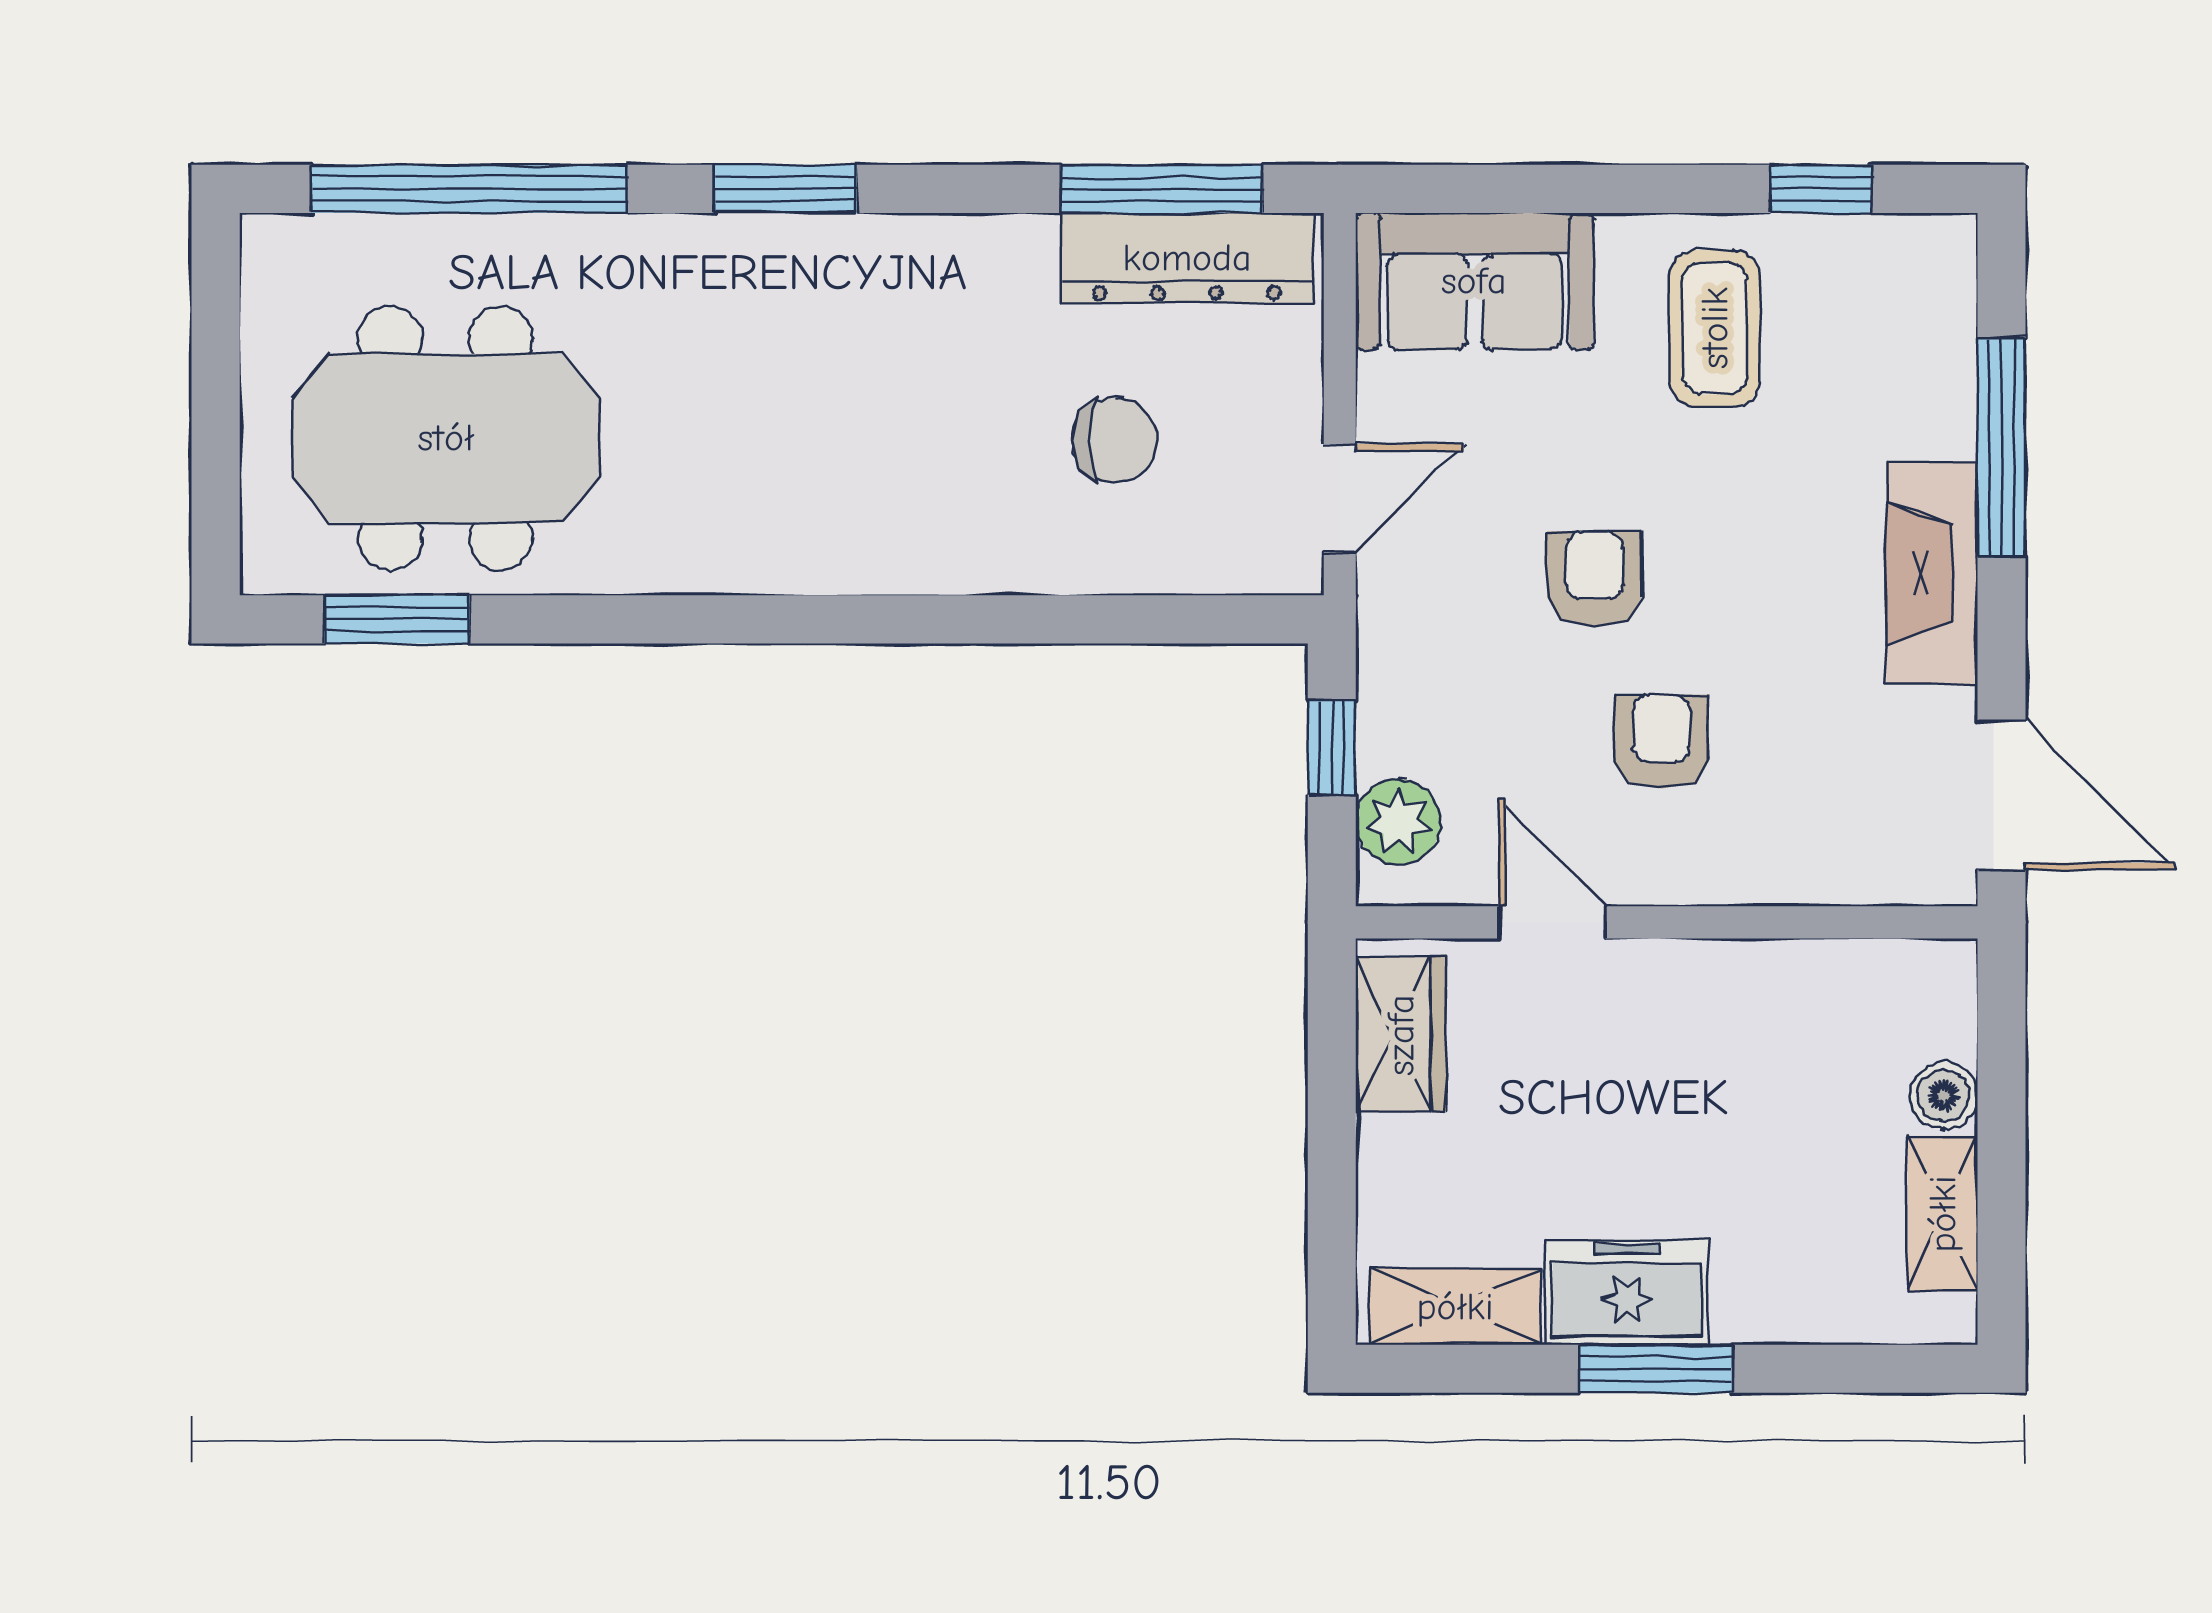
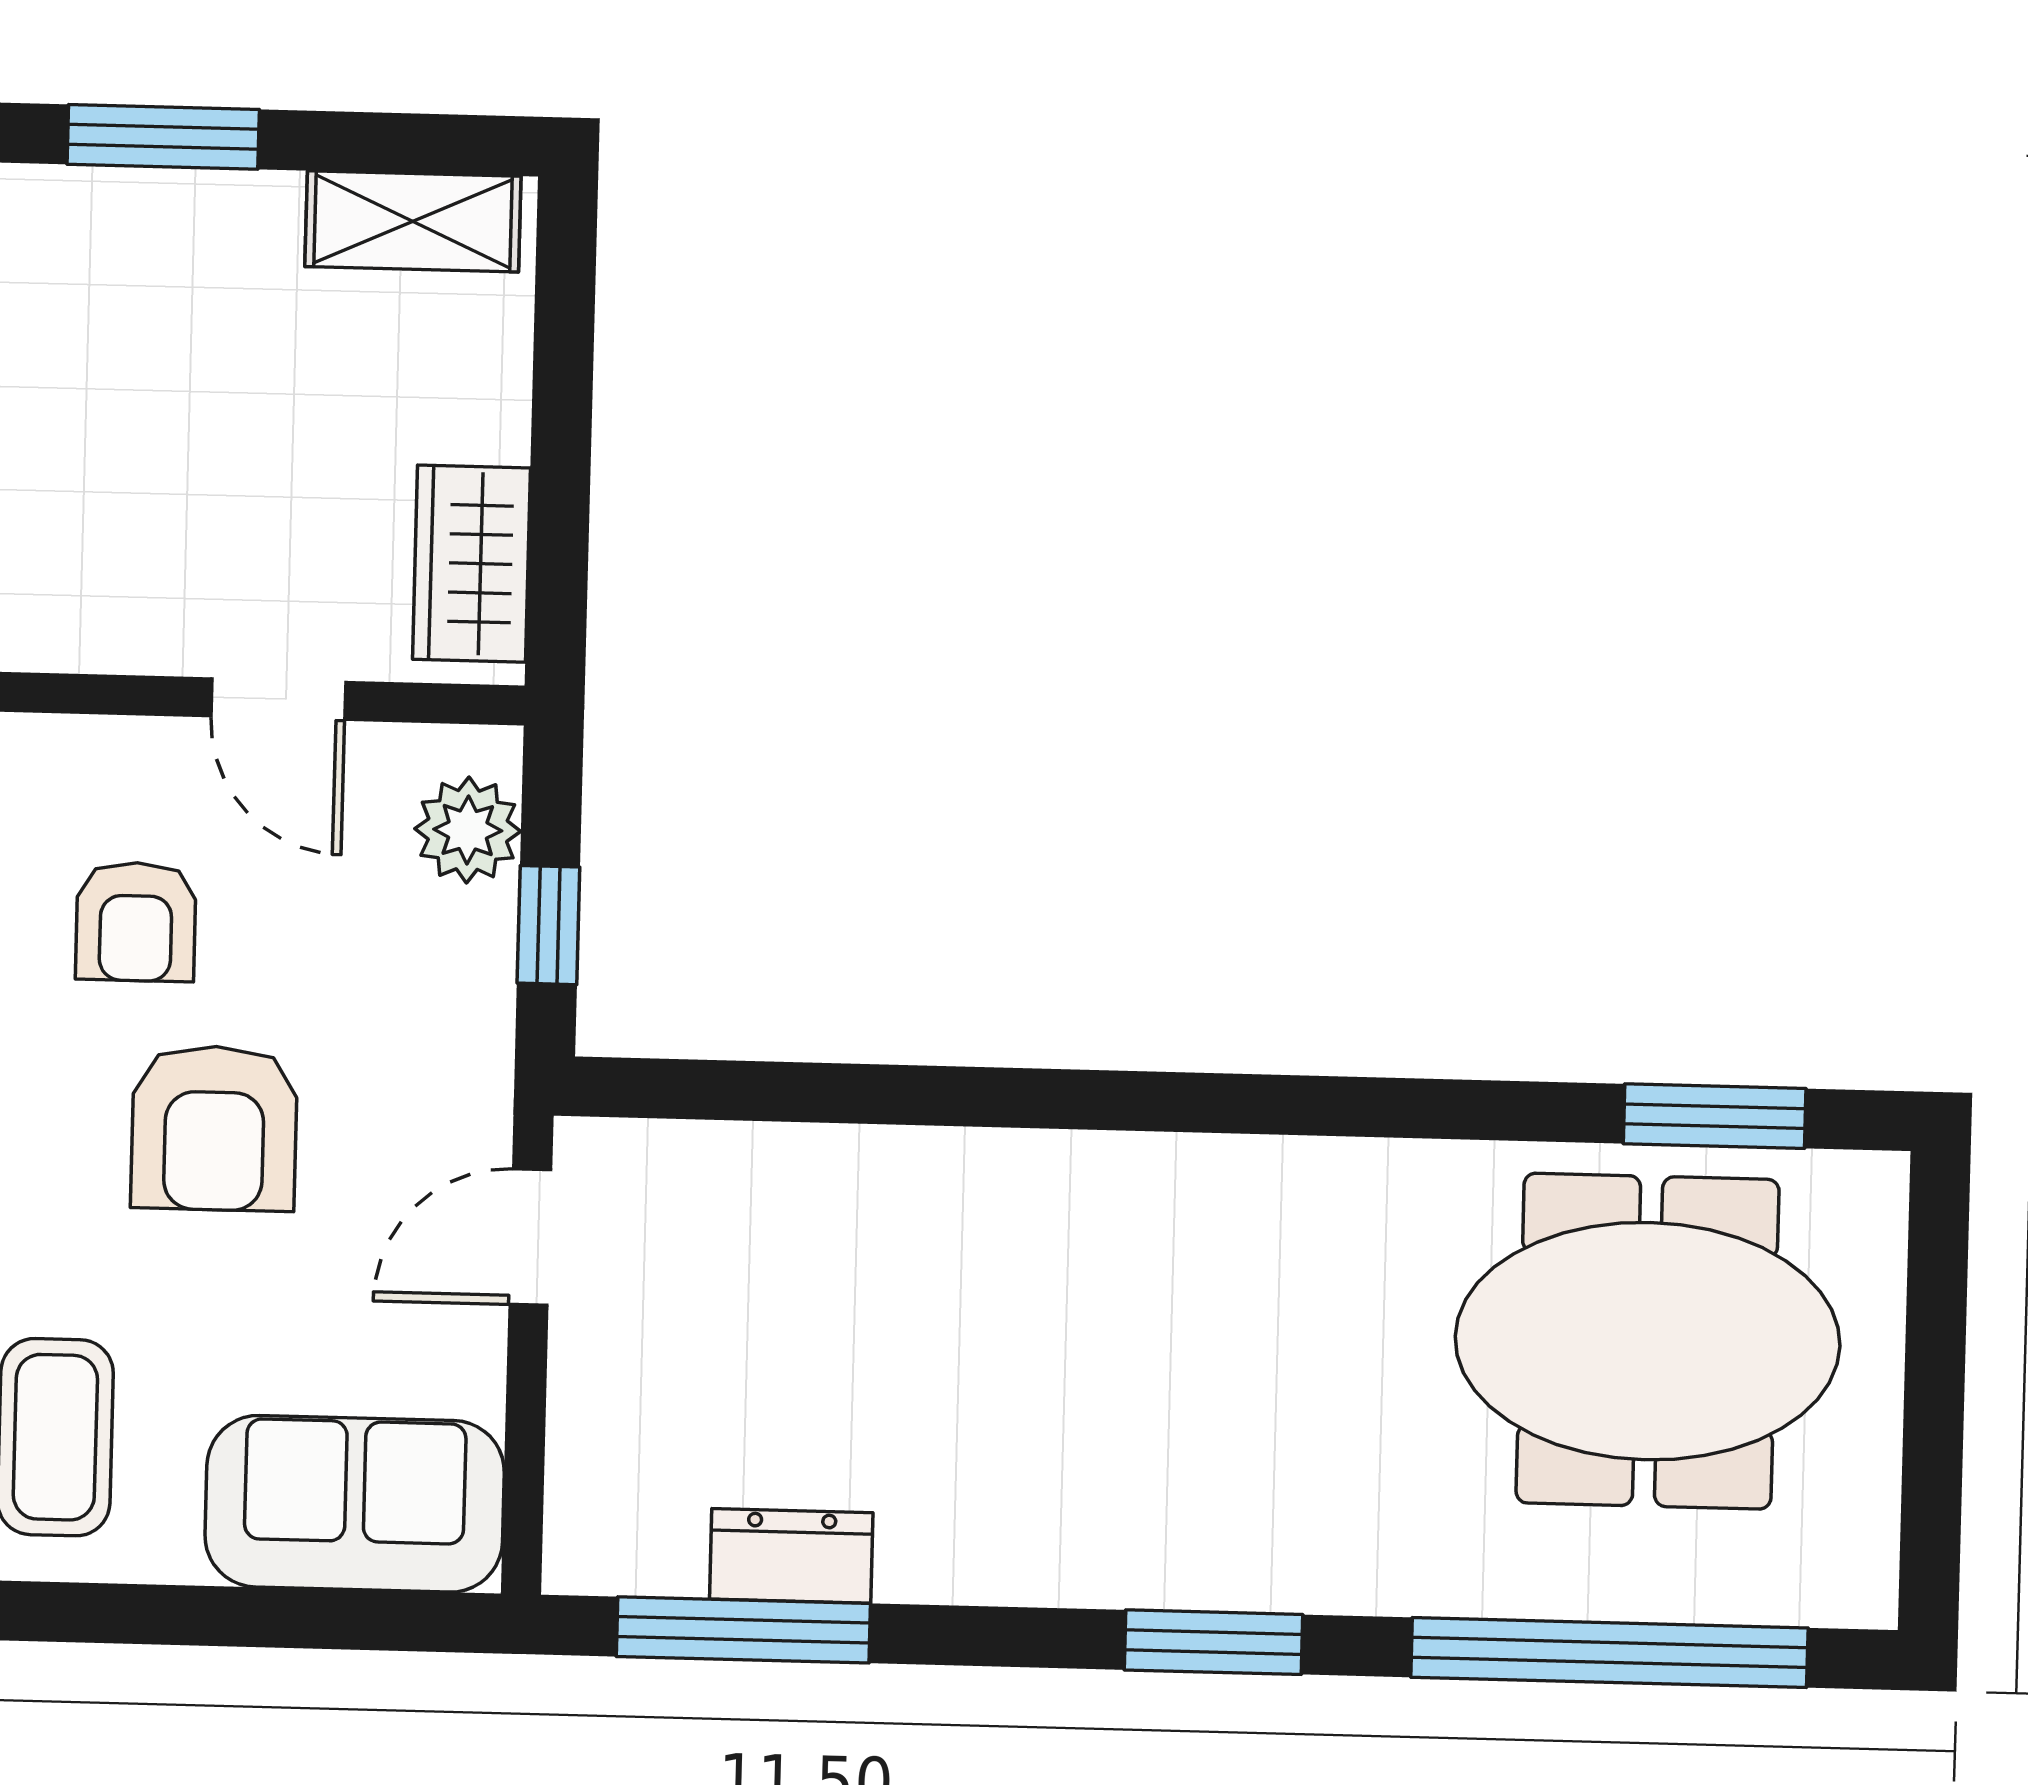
dresser: (1187, 258) -> (791, 1556), width x0.51, depth x0.80
chair: (1114, 440) -> (811, 1317), removed
armchair: (1594, 578) -> (214, 1128), width x1.38, depth x1.38
freezer: (1627, 1292) -> (196, 234), removed

